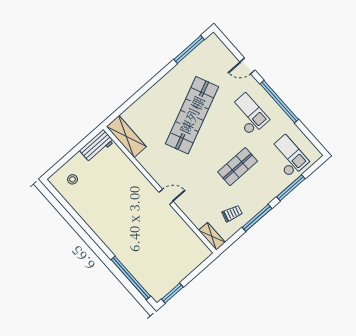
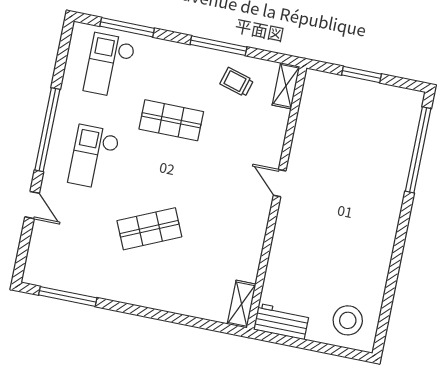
shop shelf: (192, 115) -> (149, 229), width x0.50, depth x0.74
shelving: (126, 137) -> (242, 304), width x0.67, depth x0.75
stool: (72, 179) -> (348, 320), width x1.89, depth x1.89
window: (291, 188) -> (127, 27), moved
window: (172, 293) -> (362, 75), moved

